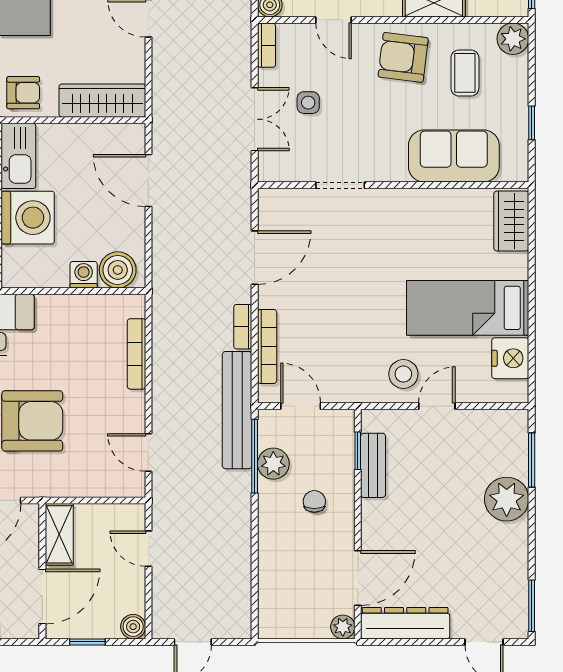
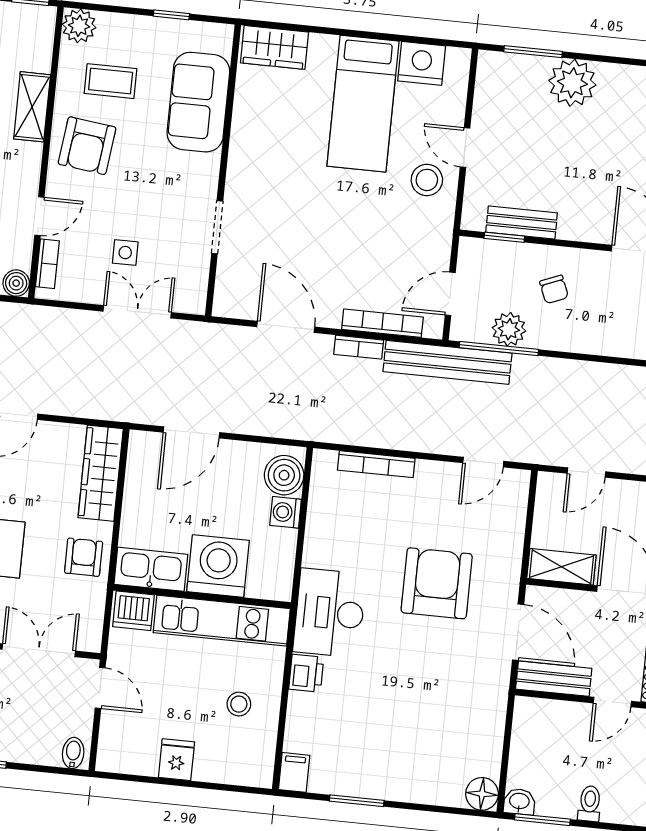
bookcase: (266, 45) -> (47, 264), moved, turned 90
chair: (314, 501) -> (554, 289), turned -112

